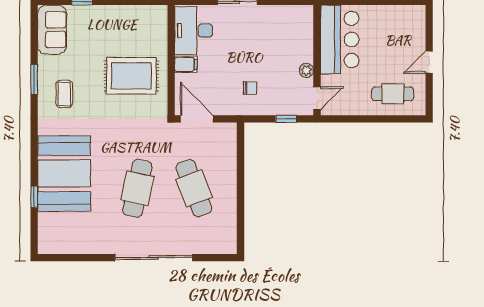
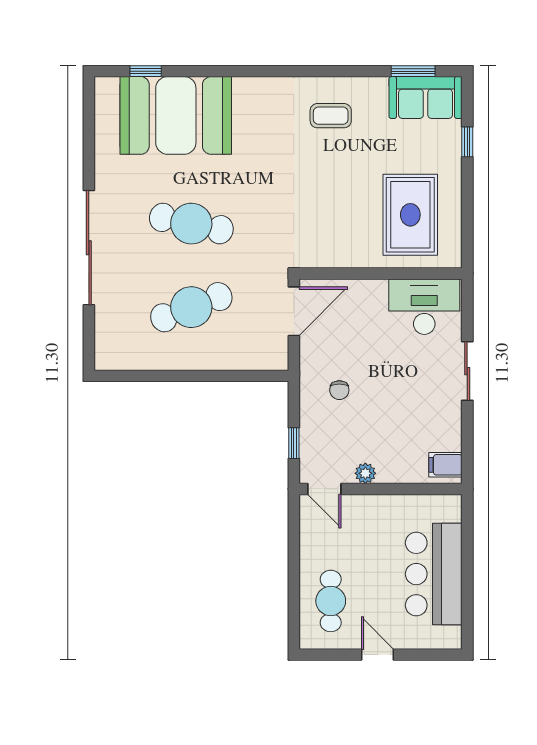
bar counter: (340, 39) -> (434, 574), moved, turned 90
filing cabinet: (186, 64) -> (445, 465), moved, turned 90
rug: (131, 76) -> (410, 215), moved
window: (34, 79) -> (413, 71), moved
booth: (64, 173) -> (176, 115), moved
window: (34, 197) -> (146, 71), moved

